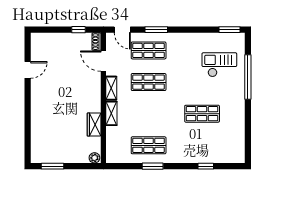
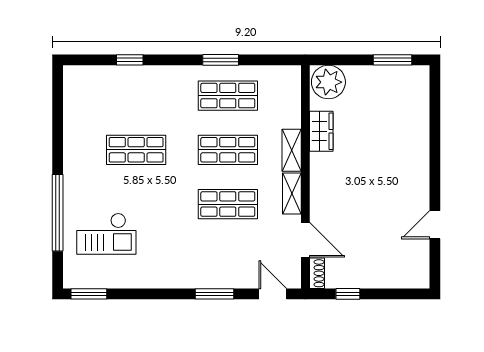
shop shelf: (149, 50) -> (228, 150), moved
plant: (94, 158) -> (328, 82), width x1.88, depth x1.88

